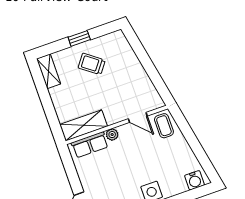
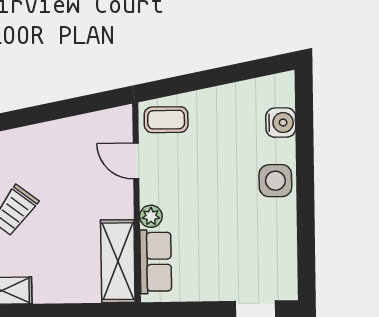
door: (138, 117) -> (136, 161), swing flipped
water cooler: (195, 180) -> (281, 123), moved

